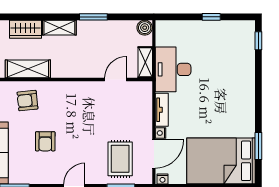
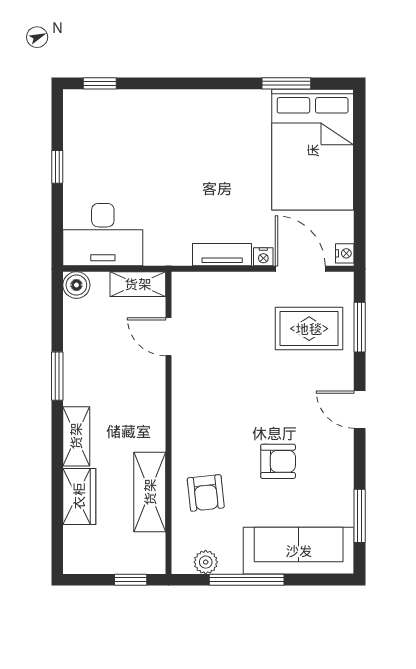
desk: (173, 69) -> (103, 235), moved

